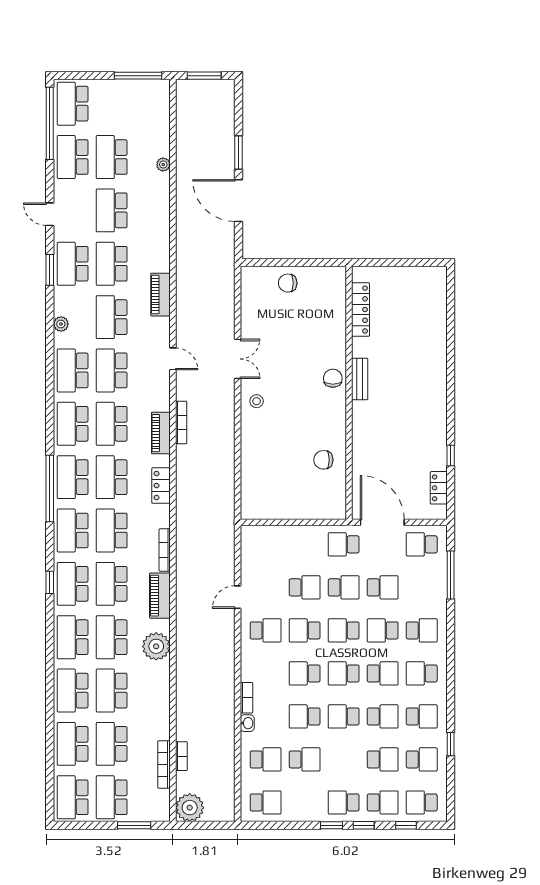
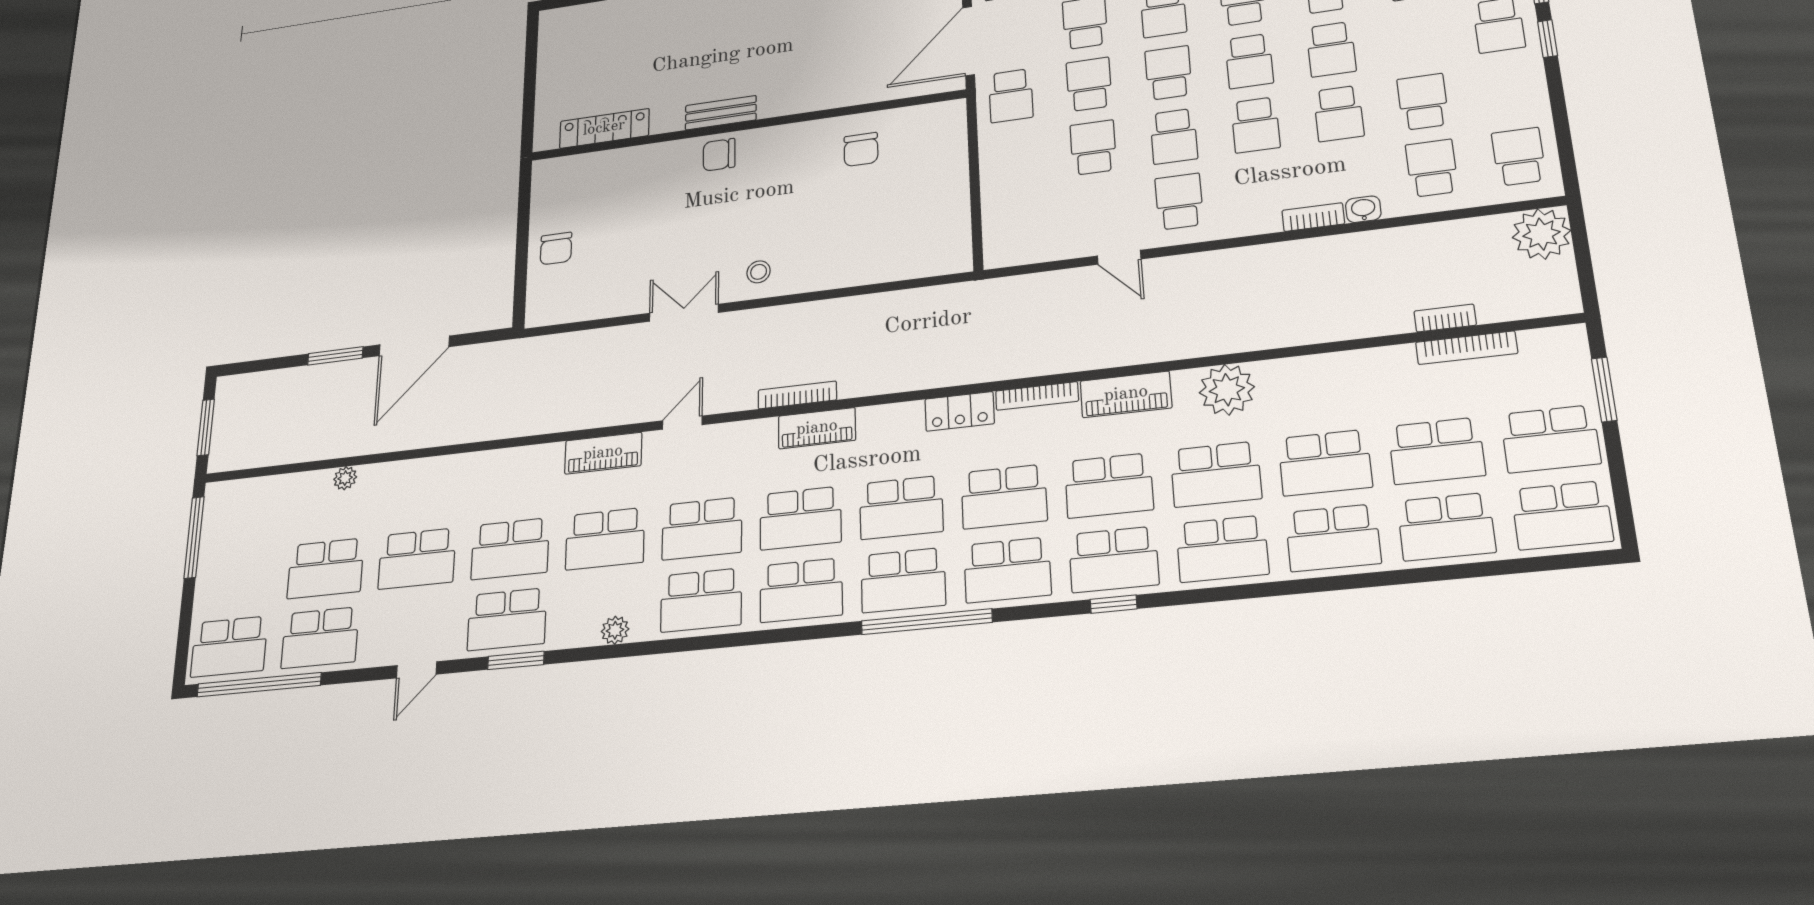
piano: (161, 295) -> (603, 453), moved
locker: (161, 486) -> (960, 411), moved
school desk: (344, 630) -> (1168, 73), turned 180
plant: (190, 808) -> (1541, 234), moved

